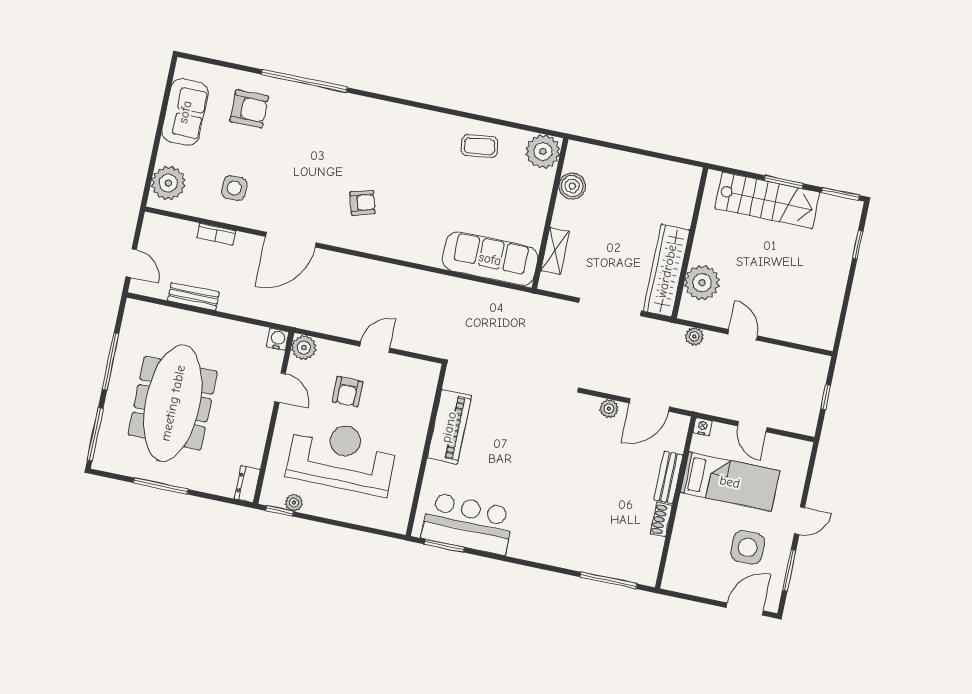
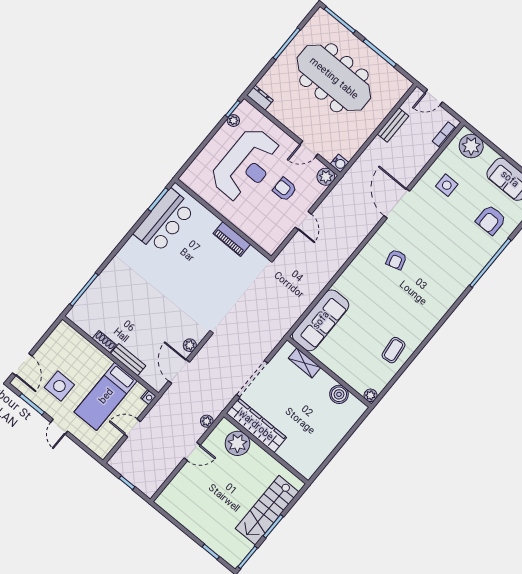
plant: (543, 151) -> (371, 395), width x0.53, depth x0.53
bookcase: (216, 234) -> (444, 135), moved
piano: (449, 427) -> (232, 239), width x0.73, depth x0.75

